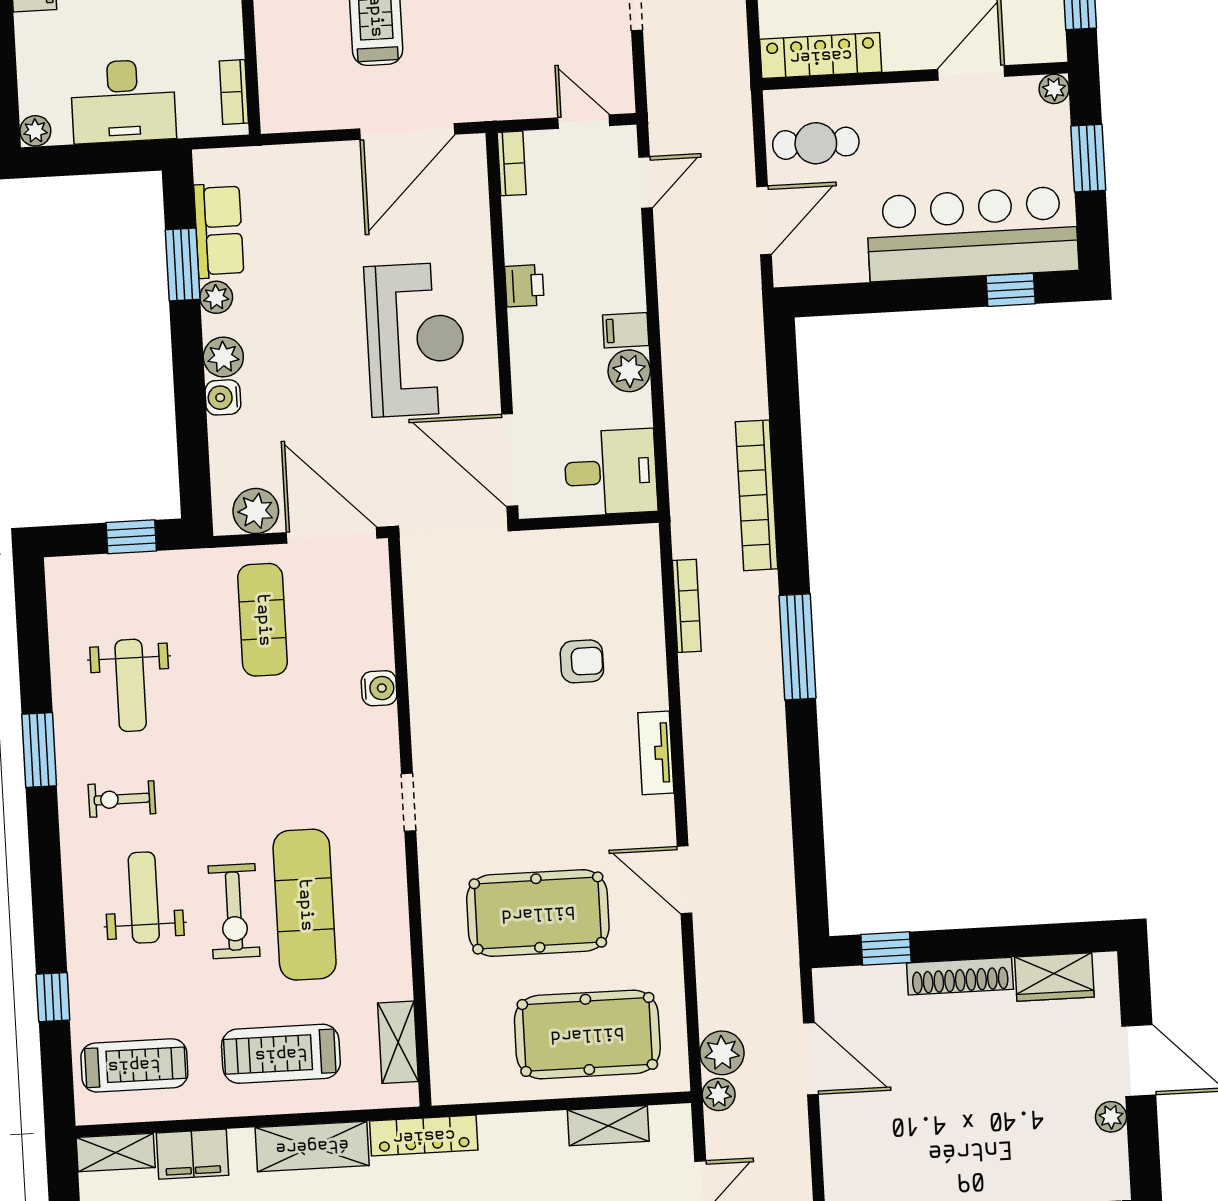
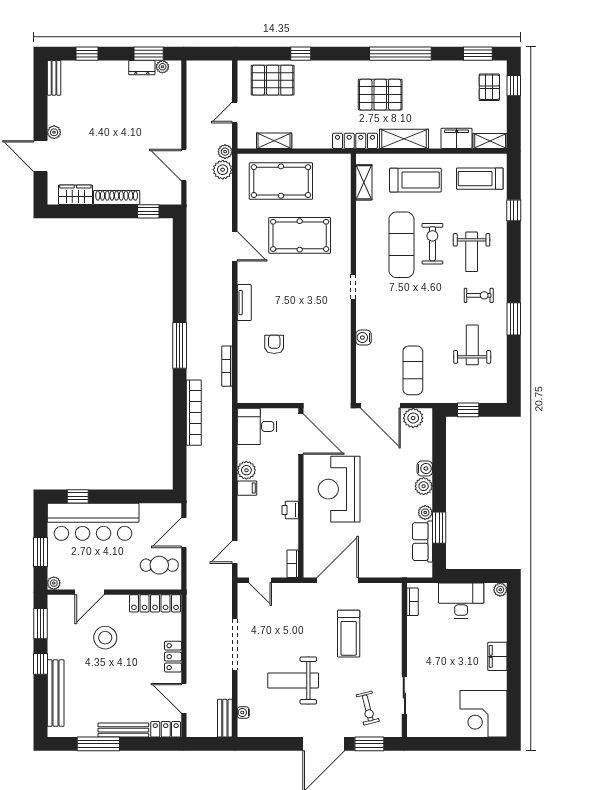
armchair: (582, 661) -> (274, 344), turned 90

